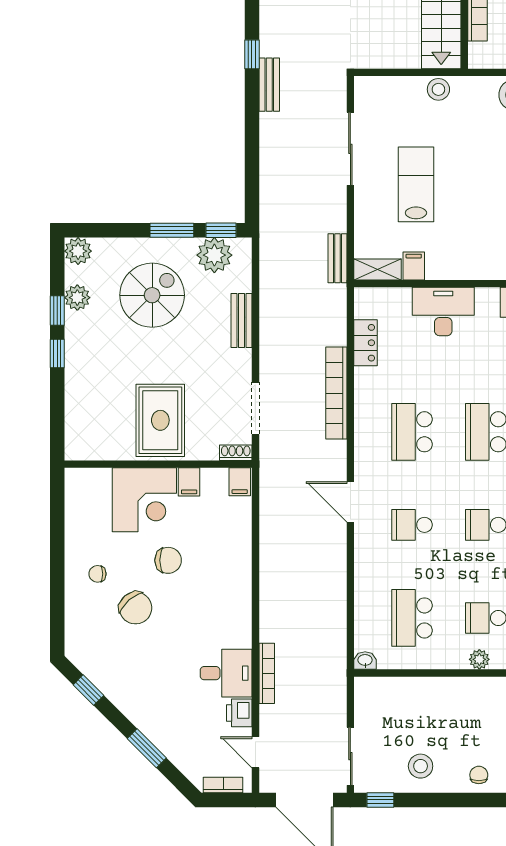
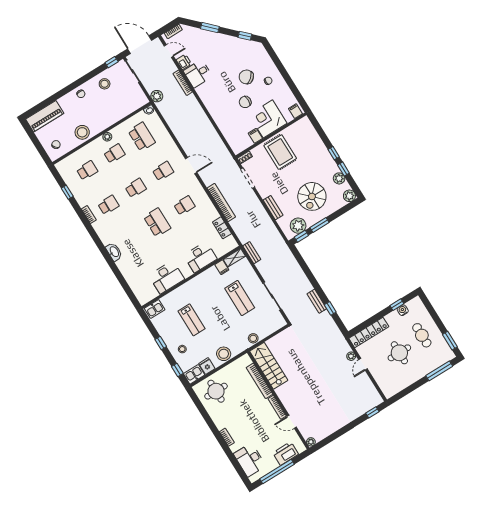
school desk: (412, 432) -> (184, 206), width x0.54
filing cabinet: (240, 482) -> (295, 111), moved
plant: (333, 679) -> (157, 96), added

